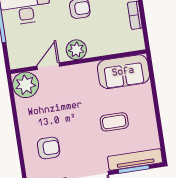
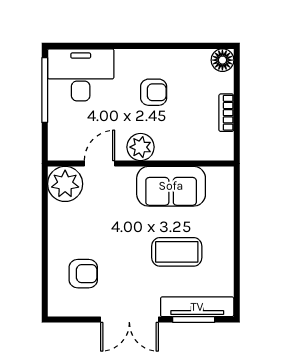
sofa: (123, 72) -> (171, 186), moved
coffee table: (114, 122) -> (177, 252), width x1.36, depth x1.30

